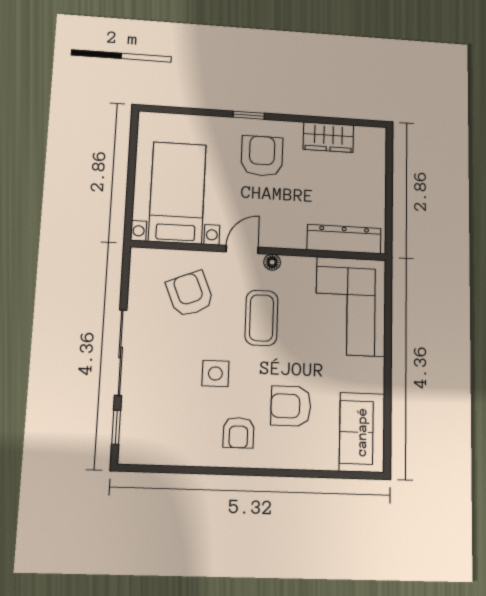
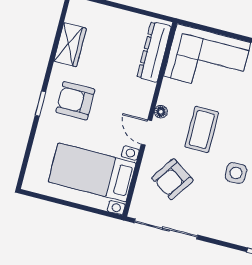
armchair: (190, 294) -> (172, 179), turned -34
coffee table: (261, 318) -> (202, 129), turned 90
sliding door: (121, 352) -> (166, 229), moved

